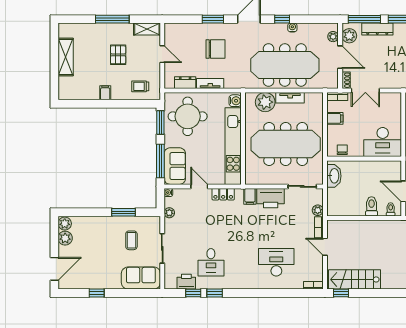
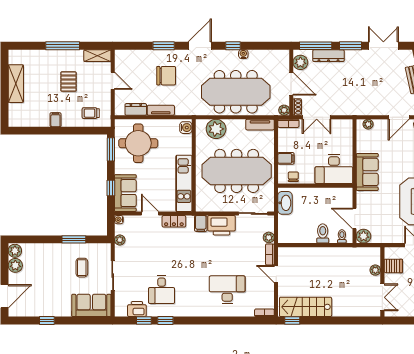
plant: (333, 37) -> (284, 110), moved
tv unit: (290, 98) -> (260, 125), moved
filing cabinet: (335, 118) -> (286, 158), moved
kitchen unit: (233, 146) -> (184, 183), width x0.73
window: (160, 161) -> (111, 188), width x0.46

